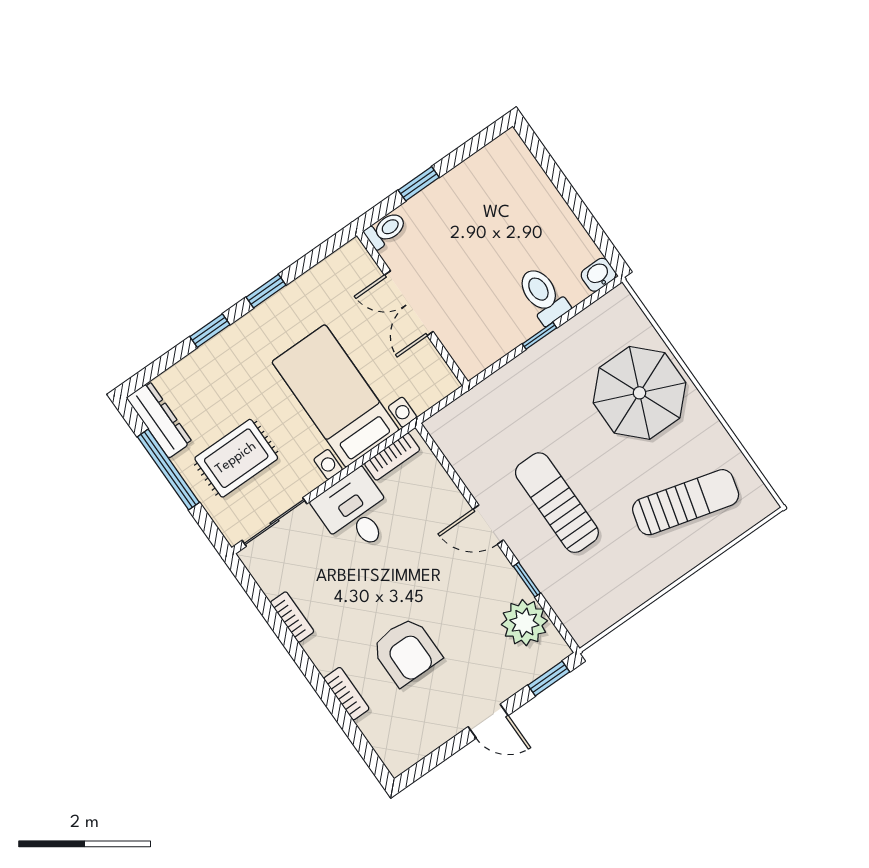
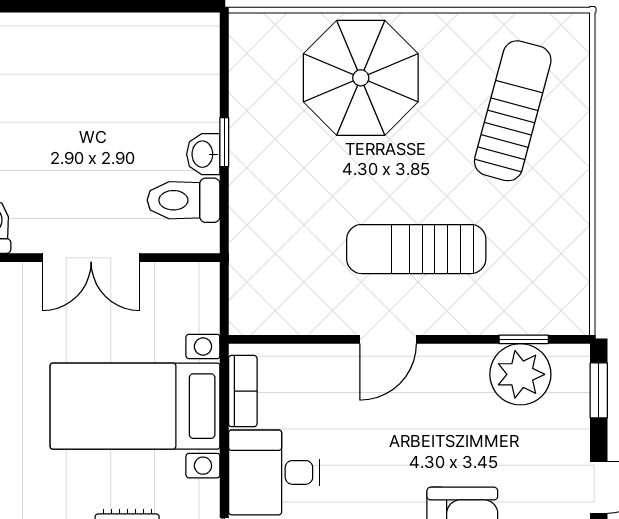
washbasin: (598, 275) -> (203, 154), moved
toilet: (543, 295) -> (184, 200), moved
window: (527, 580) -> (524, 339), moved

